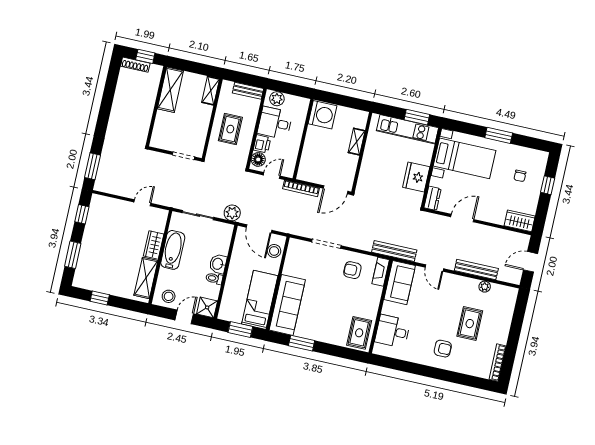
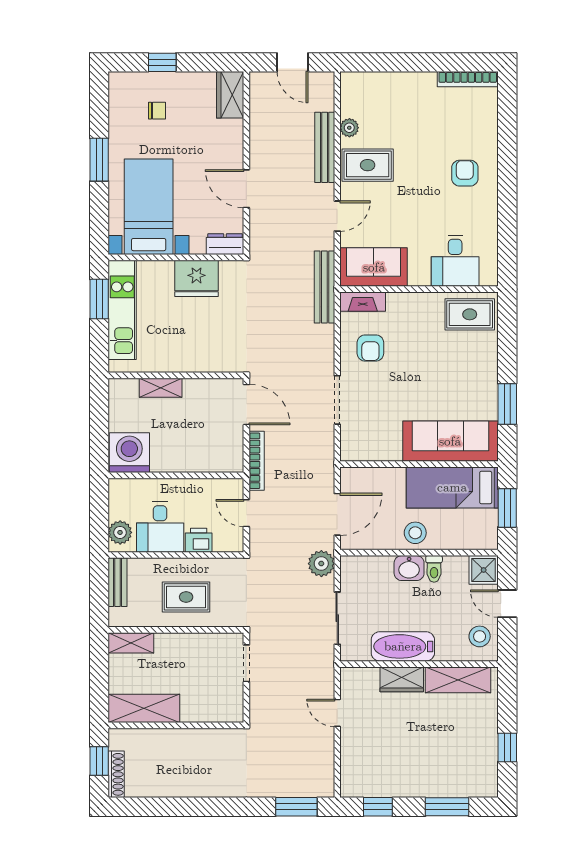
floor lamp: (258, 159) -> (225, 541), removed
stool: (274, 251) -> (415, 533), moved
rug: (470, 324) -> (368, 165), moved

